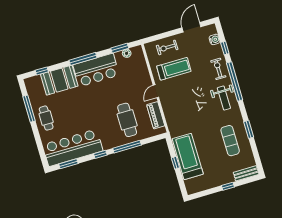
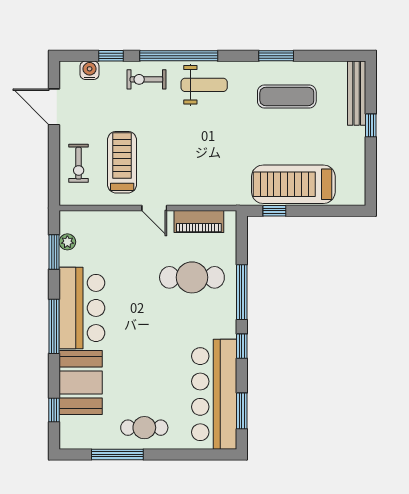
window: (175, 163) -> (274, 211), moved
bench: (246, 173) -> (357, 93), width x1.36

